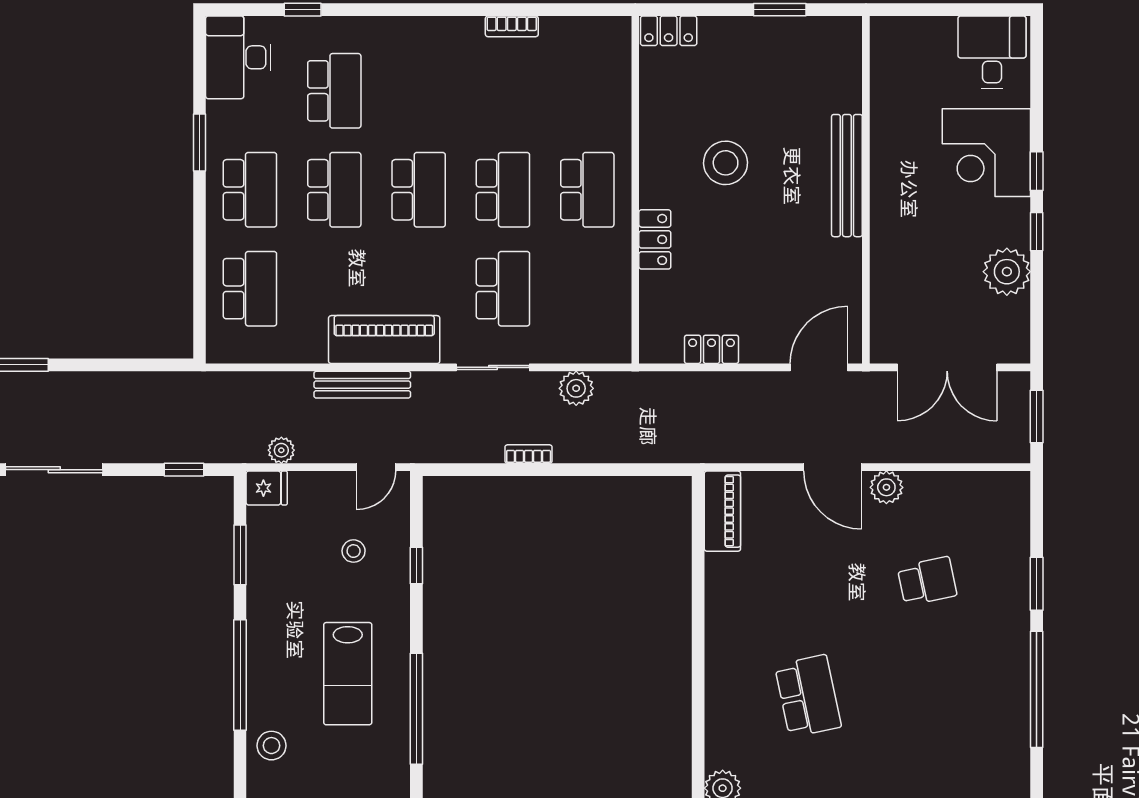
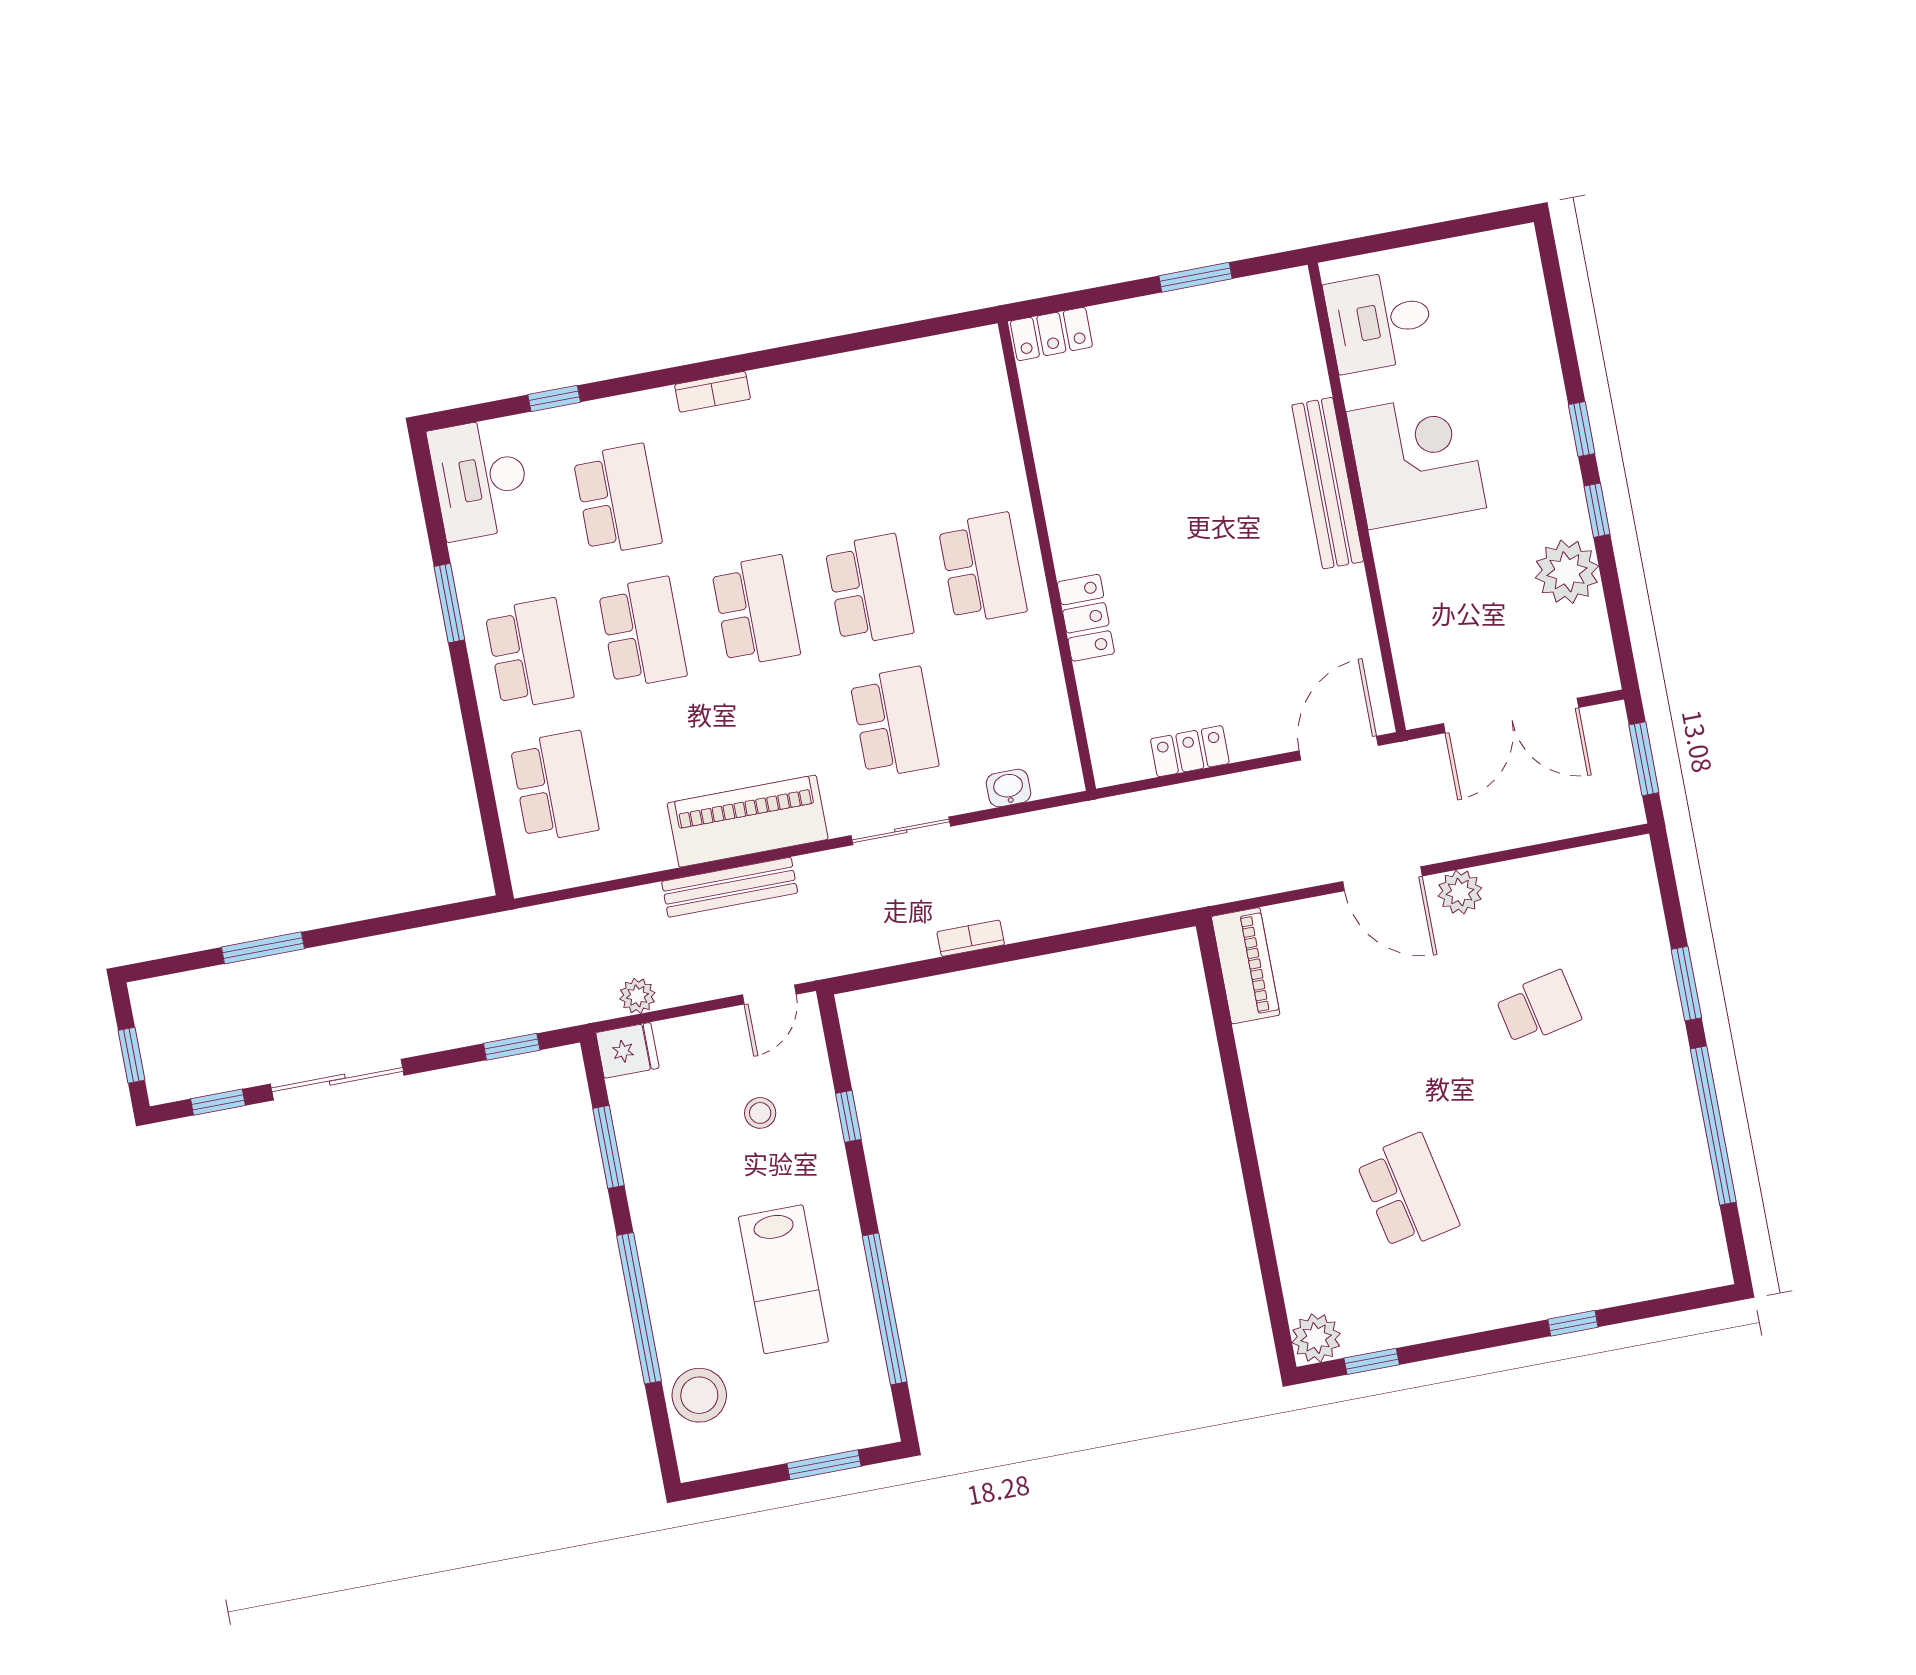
bookcase: (512, 26) -> (713, 392), moved
desk: (992, 52) -> (1379, 321), moved, turned -90
corner desk: (986, 153) -> (1416, 460), moved, turned 180
stool: (726, 163) -> (1161, 497), removed
washbasin: (576, 351) -> (1008, 788), added
plant: (576, 388) -> (1018, 838), removed
stool: (271, 746) -> (699, 1395), width x1.38, depth x1.38

